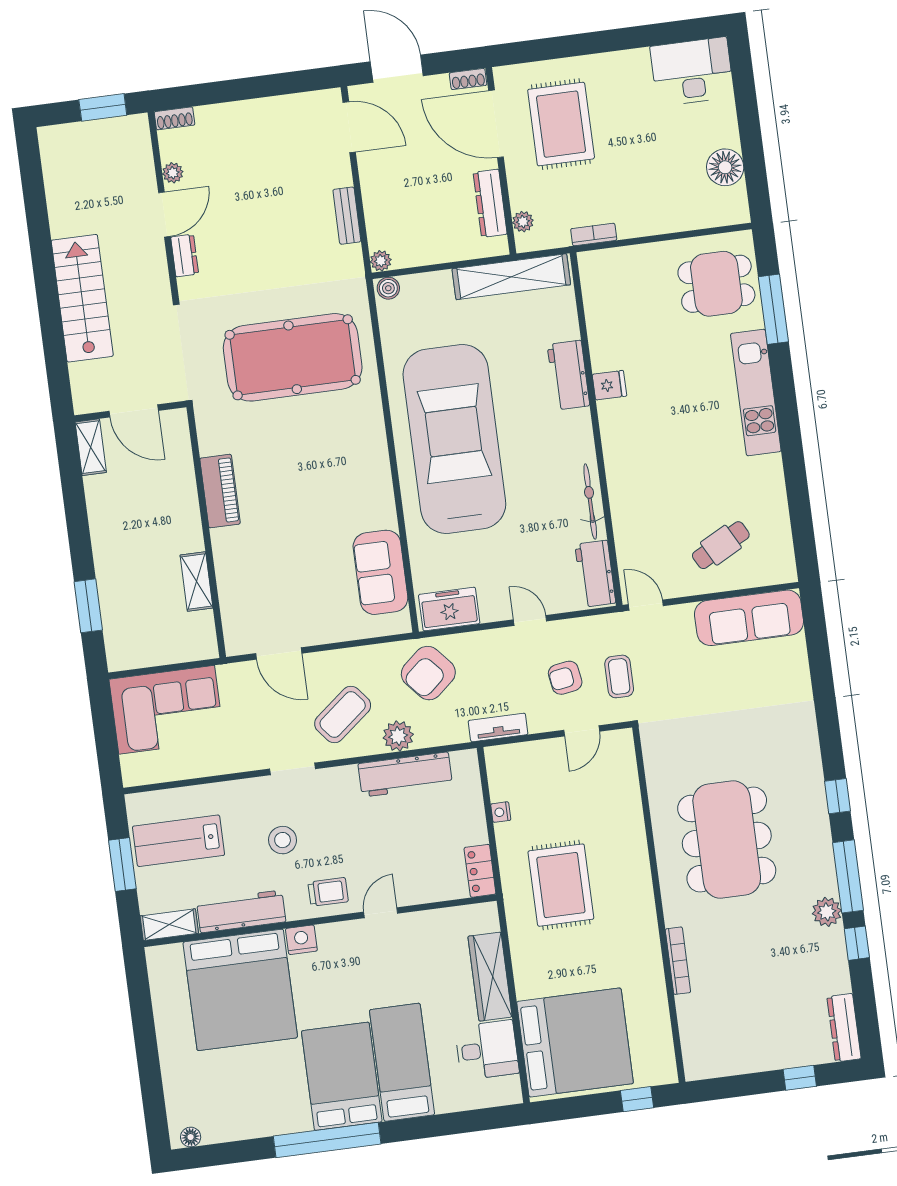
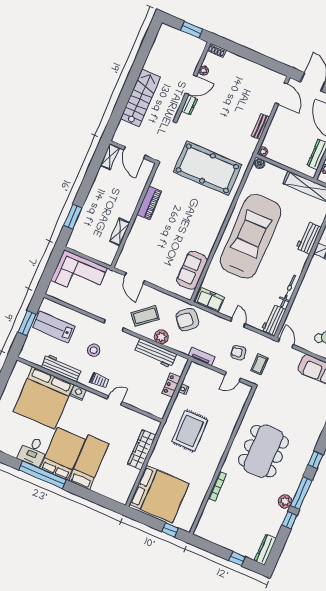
locker: (480, 871) -> (171, 385), moved
shelving: (169, 925) -> (31, 357), removed
desk: (487, 1050) -> (33, 451), moved, turned 90

